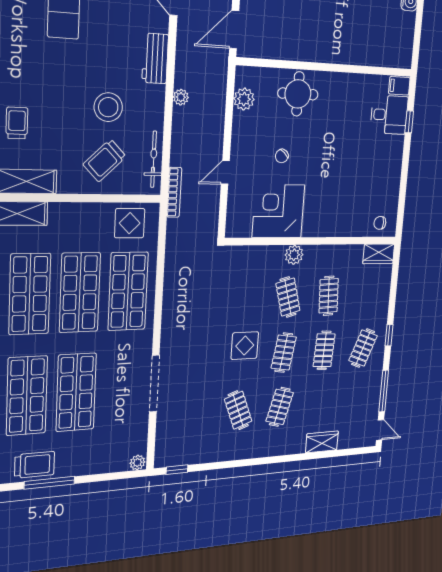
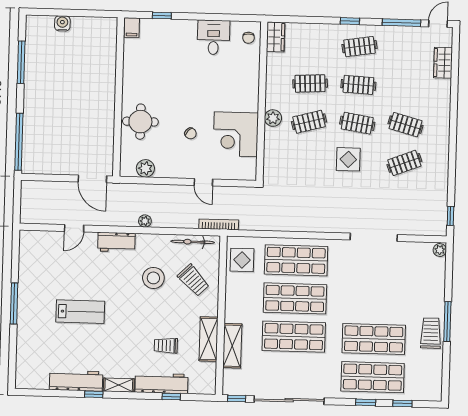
desk: (389, 115) -> (213, 37), moved
clothes rail: (363, 348) -> (360, 47), turned -30
shop shelf: (76, 392) -> (375, 301), removed
wardrobe: (322, 442) -> (443, 63), moved

